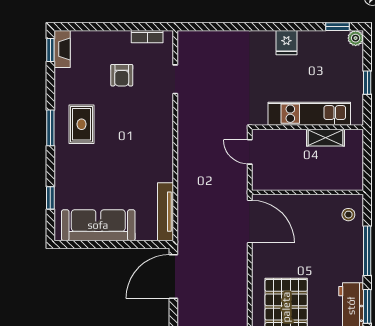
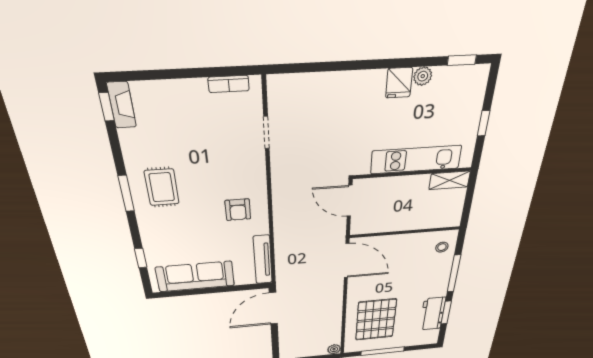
plant: (356, 38) -> (423, 76), moved
armchair: (122, 75) -> (238, 210), moved
shelving: (325, 138) -> (450, 180), moved
door: (250, 152) -> (350, 201), width x1.38

